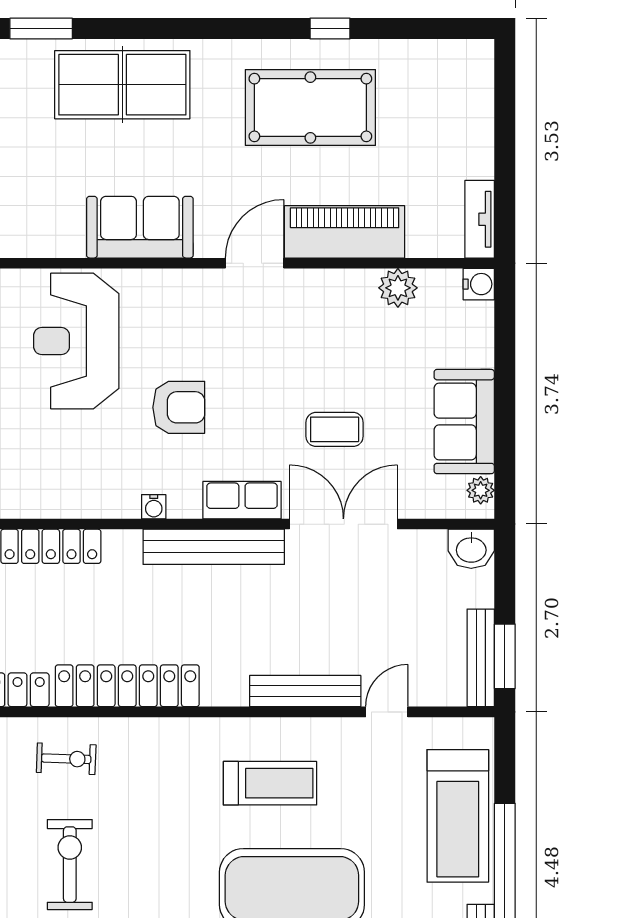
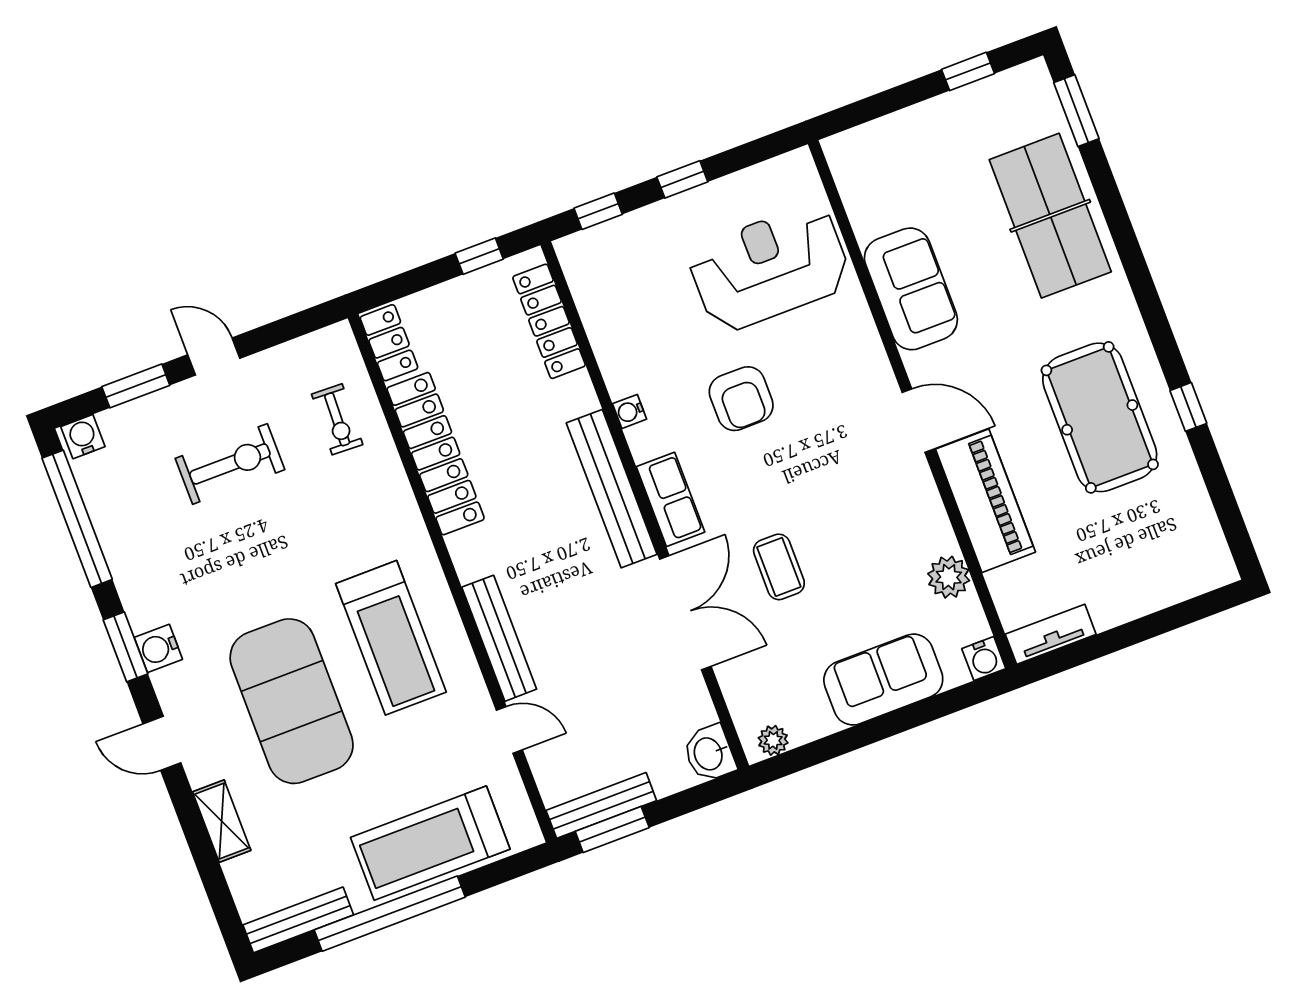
sofa: (464, 422) -> (883, 680), moved
treadmill: (270, 783) -> (391, 638), width x1.37, depth x1.38

